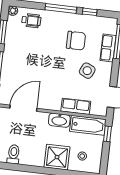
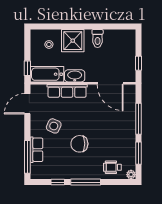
chair: (76, 41) -> (79, 144), moved
row of seats: (76, 106) -> (67, 91), width x1.48
door: (23, 108) -> (110, 83), hinge flipped
toilet: (14, 154) -> (98, 38), moved

